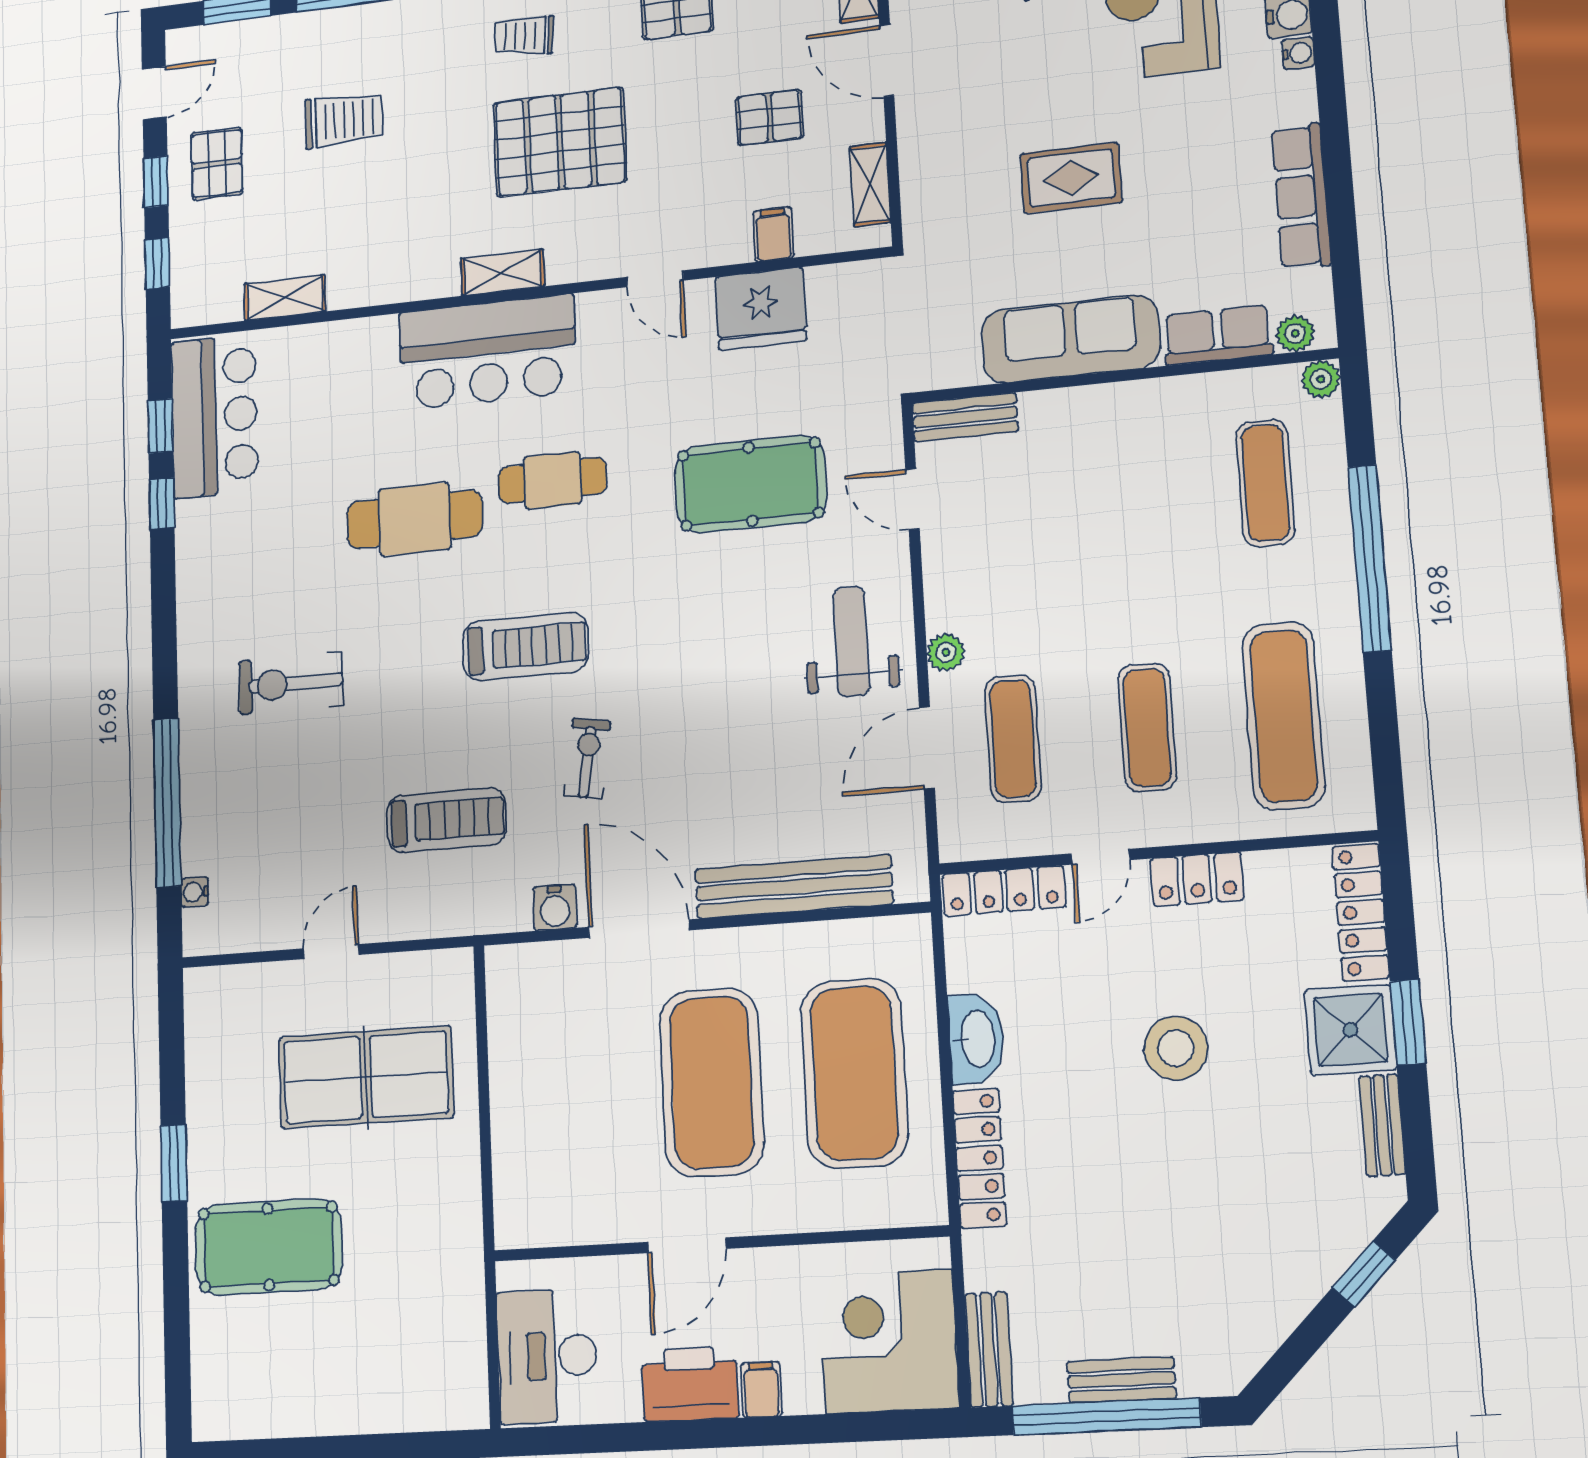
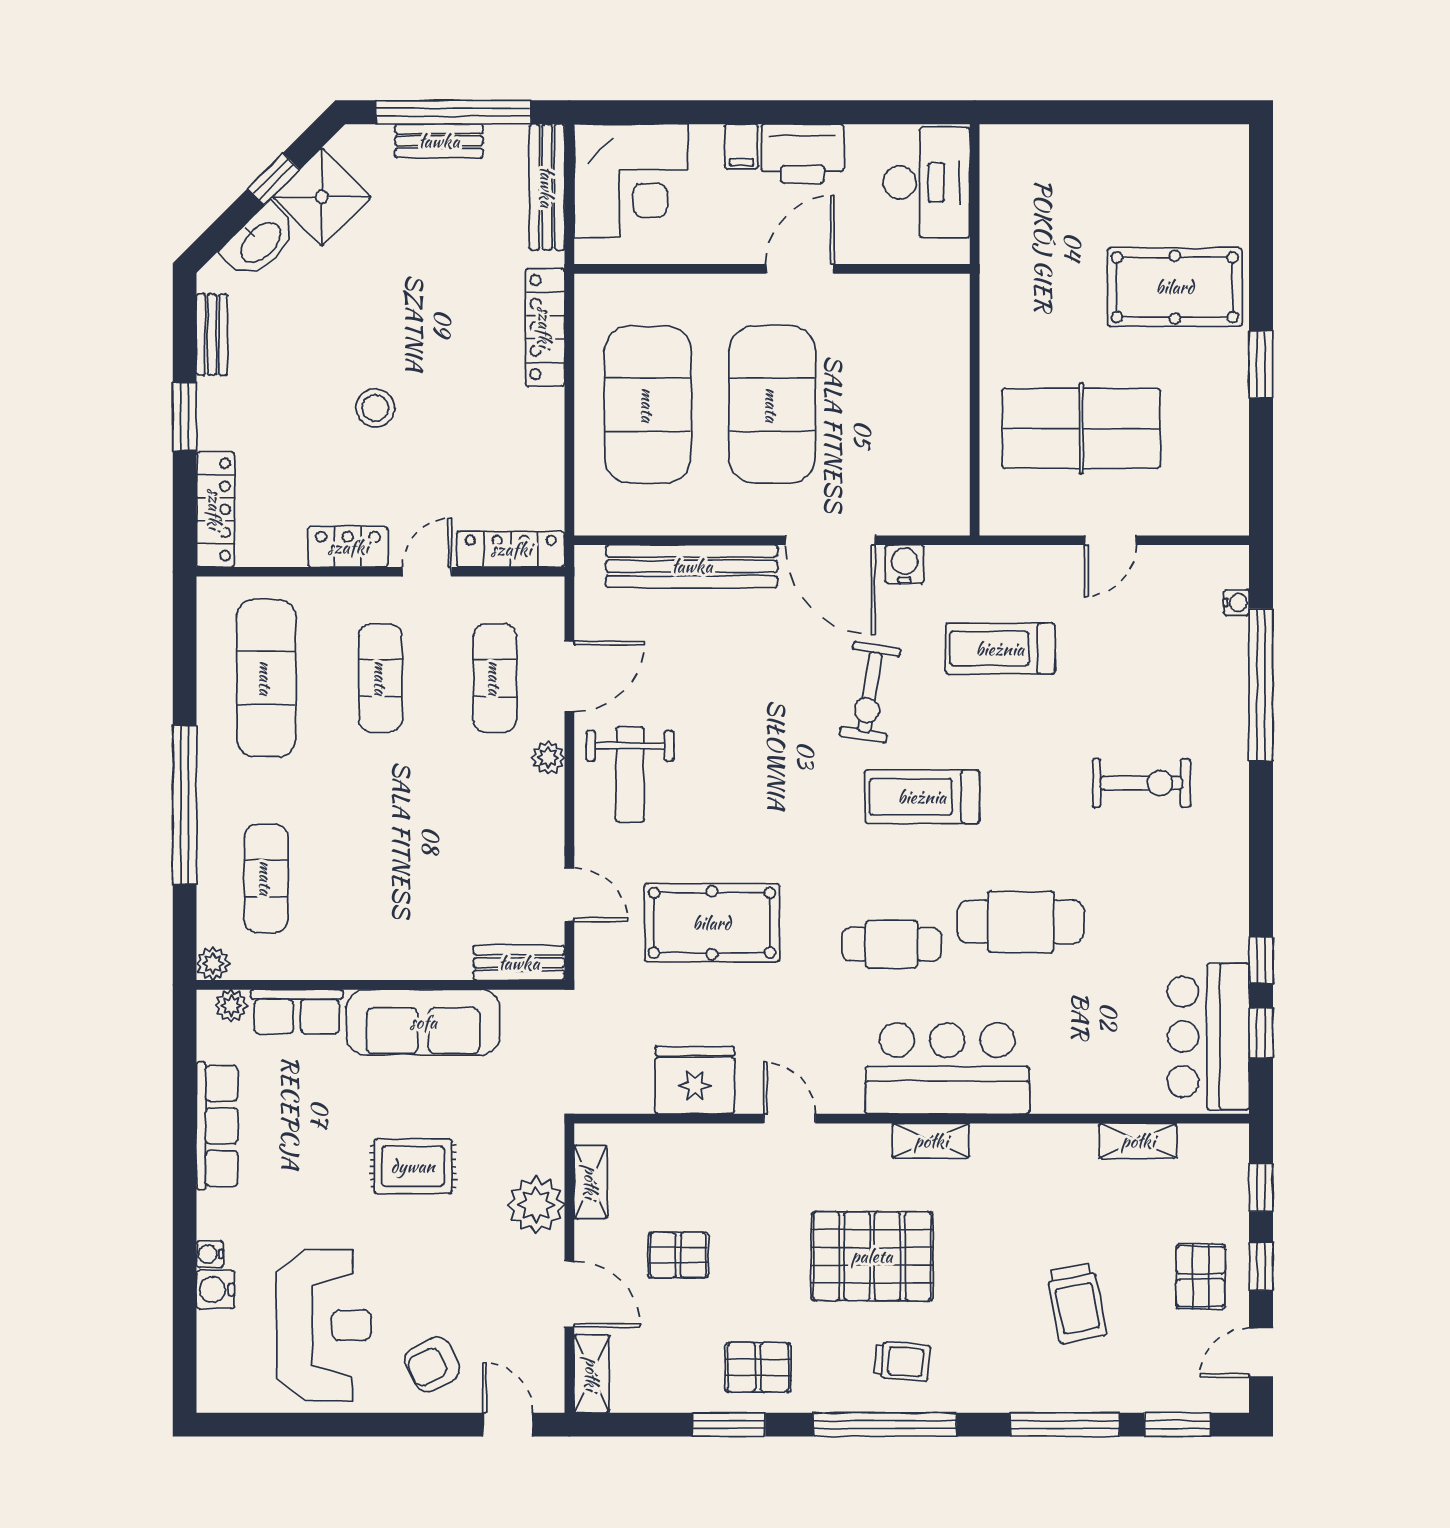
trolley: (344, 120) -> (1077, 1303), turned -101
plant: (930, 152) -> (536, 1205), added
filing cabinet: (773, 234) -> (680, 1147), removed
exercise bike: (587, 758) -> (870, 692), width x1.38, depth x1.39
shower: (1350, 1030) -> (322, 197), moved, turned 45
washbasin: (976, 1039) -> (260, 242), moved, turned -135
stool: (1176, 1048) -> (375, 408), width x0.73, depth x0.73
window: (1364, 1274) -> (274, 179), moved
bench: (989, 1350) -> (547, 187), width x1.36

